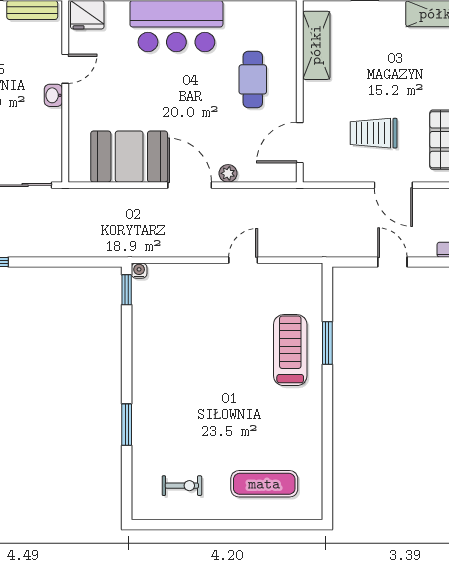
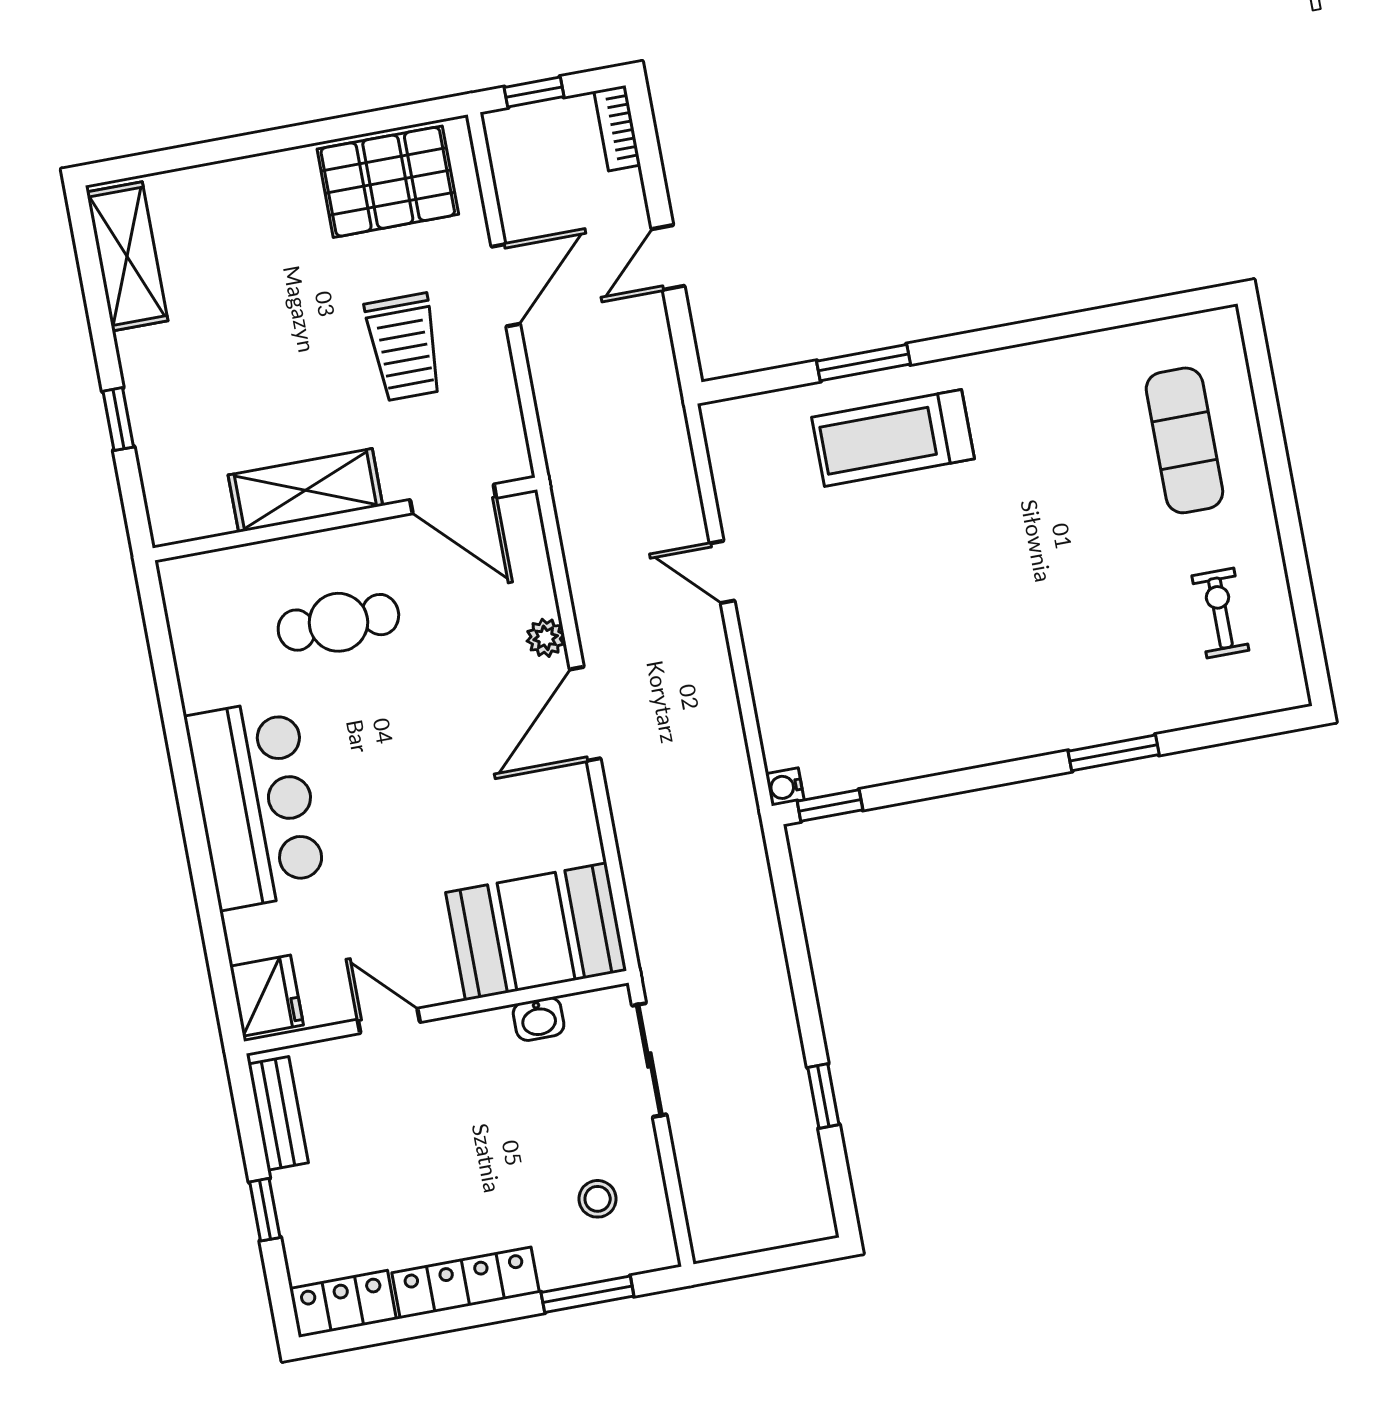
shelving: (316, 45) -> (305, 490), moved
washbasin: (53, 95) -> (539, 1019), moved
booth: (129, 157) -> (536, 932), moved, turned 90

